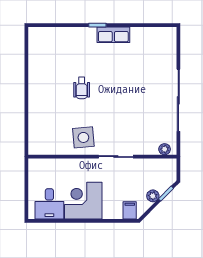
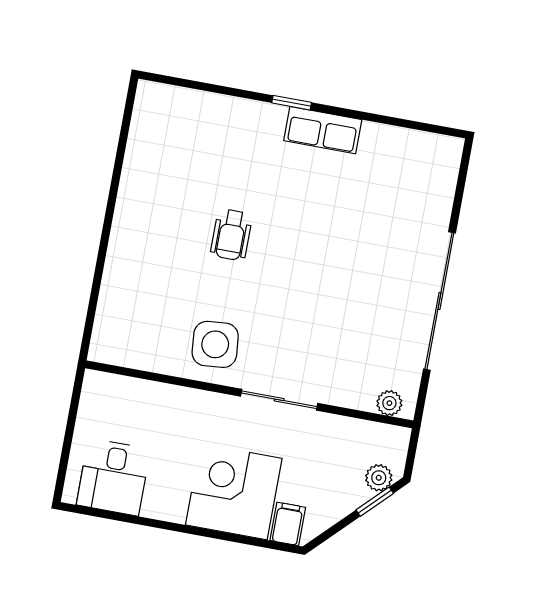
plant: (153, 196) -> (379, 478), moved
corner desk: (83, 201) -> (234, 492), moved

